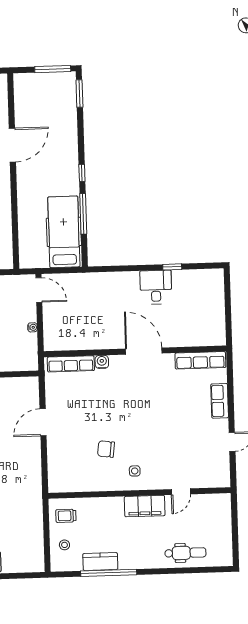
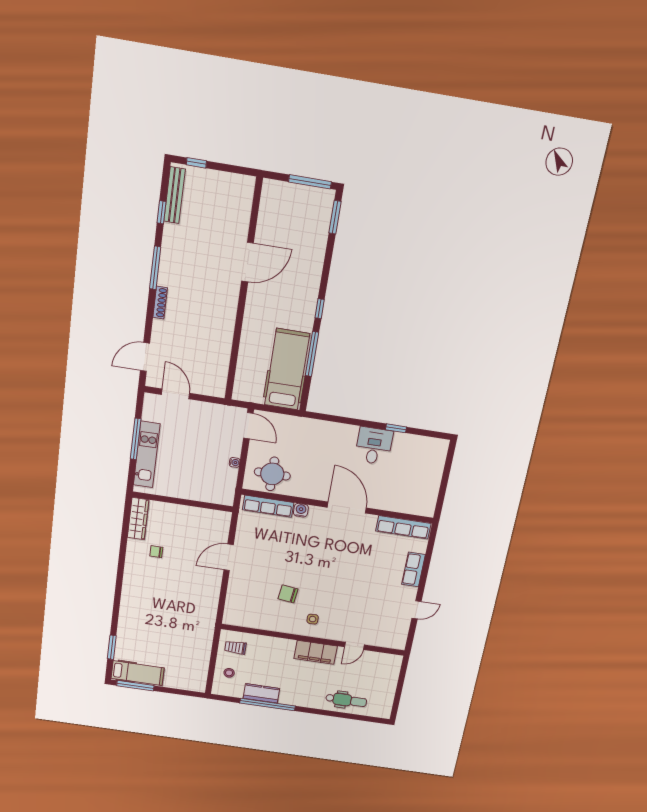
round table: (69, 332) -> (272, 474), added

